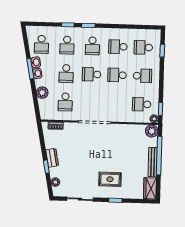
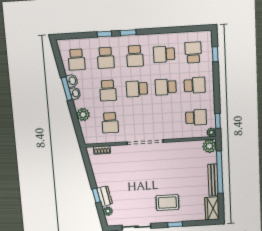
school desk: (143, 47) -> (193, 52), turned 90
school desk: (142, 104) -> (196, 117), turned 180
dresser: (52, 158) -> (105, 196), moved

